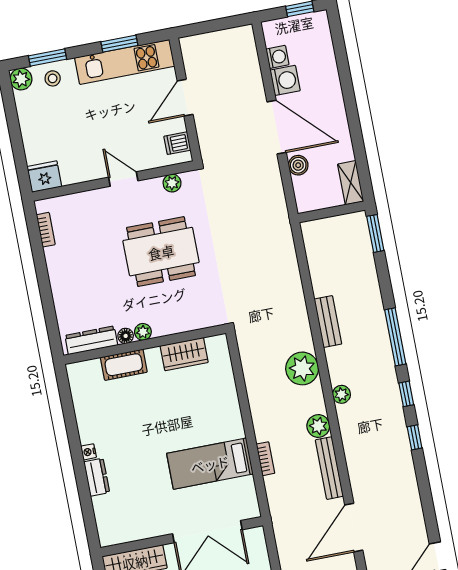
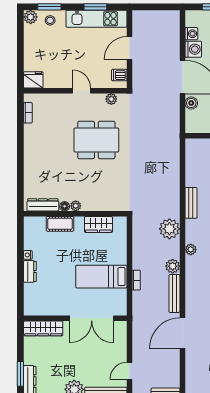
plant: (143, 332) -> (76, 206), moved
floor lamp: (126, 336) -> (65, 206), moved
dresser: (91, 340) -> (43, 205), moved
wall: (145, 344) -> (75, 214), moved
wardrobe: (184, 354) -> (98, 224), moved
cot: (124, 365) -> (60, 224), moved

